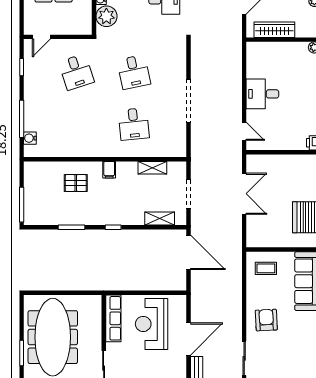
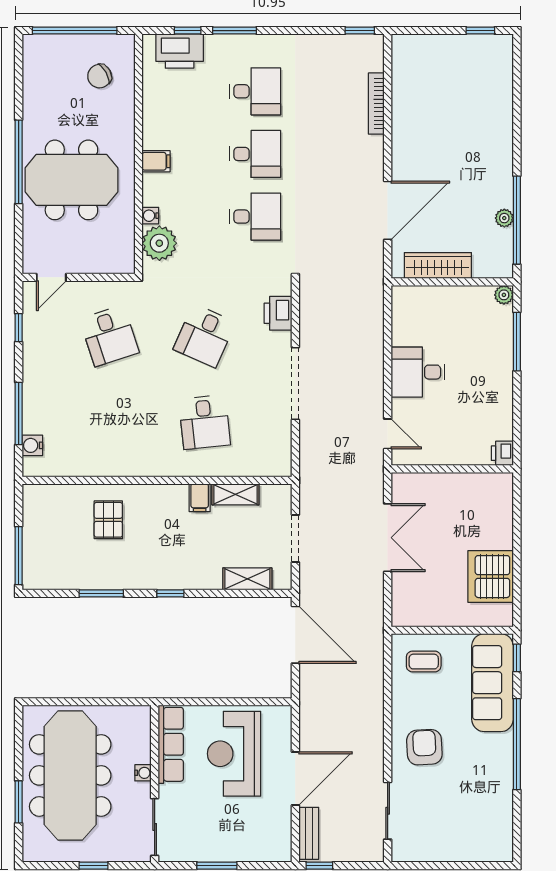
printer: (178, 58) -> (278, 313), added
desk: (134, 72) -> (205, 336), turned 36
filing cabinet: (109, 170) -> (200, 498), moved
pallet: (76, 183) -> (108, 520), turned 90
water cooler: (97, 335) -> (143, 773), added

